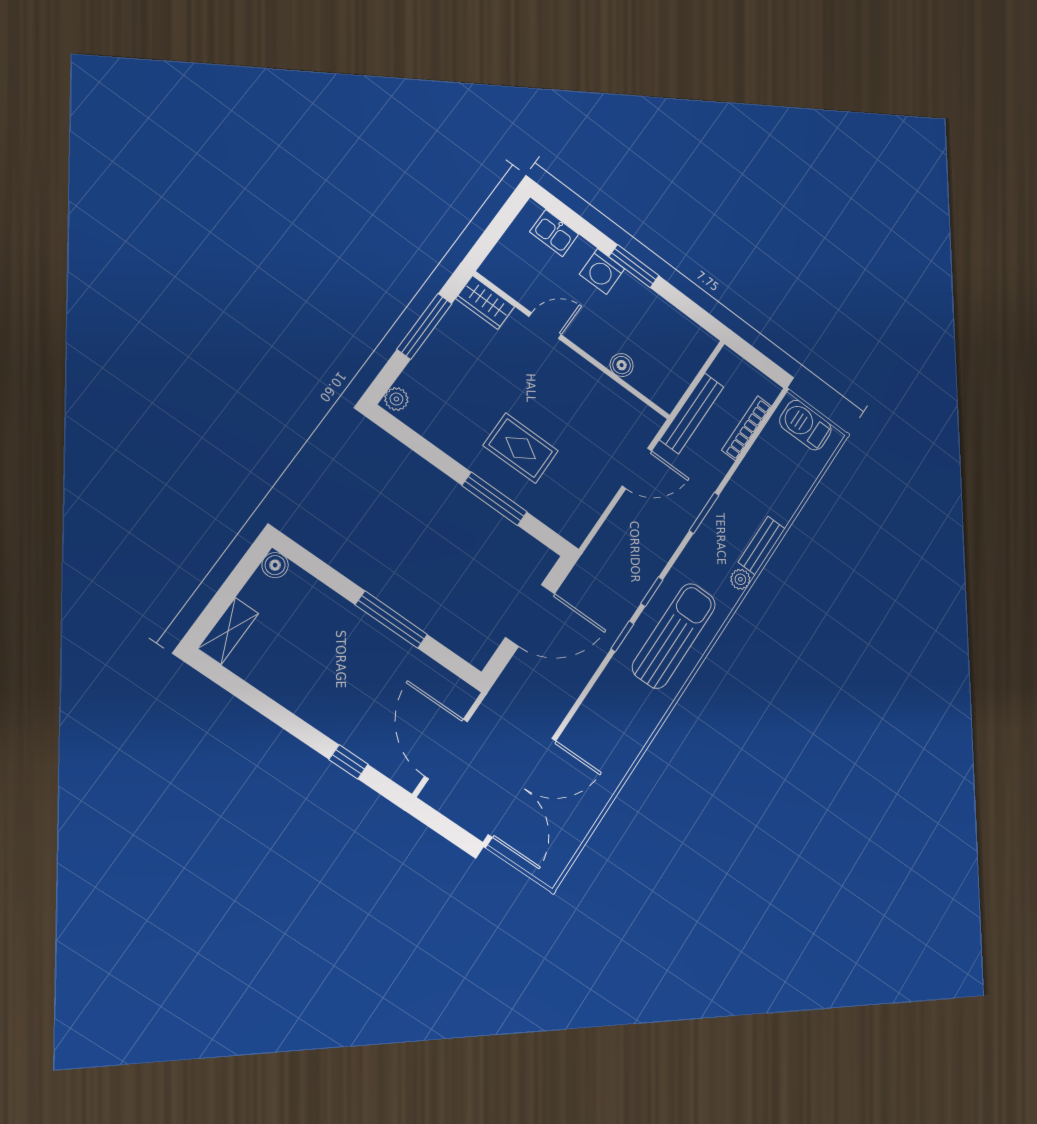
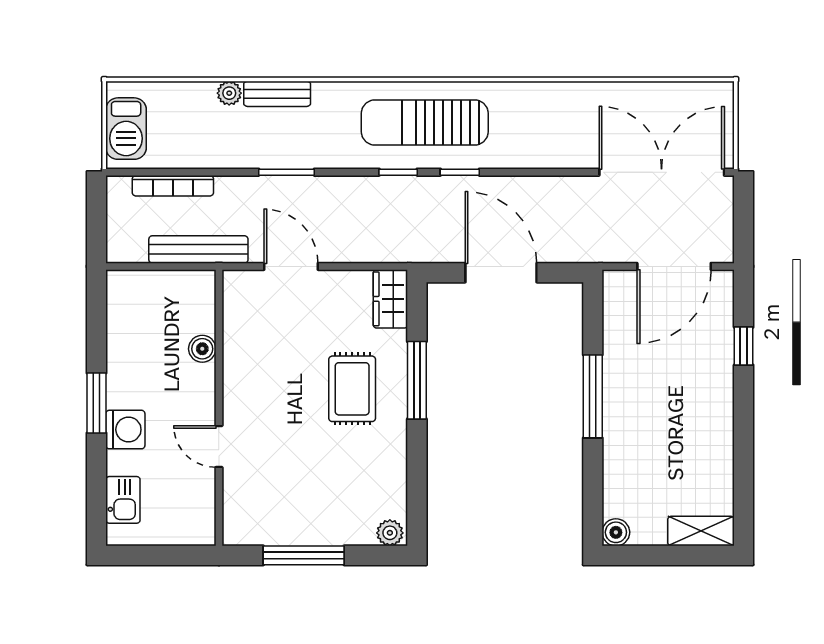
wardrobe: (485, 302) -> (390, 299), moved, turned 180
plant: (740, 579) -> (229, 93), moved

